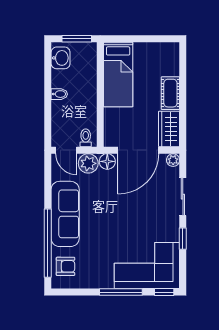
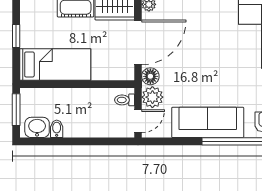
window: (144, 39) -> (16, 36), added
bidet: (59, 94) -> (57, 129), moved
door: (138, 150) -> (138, 42), hinge flipped

